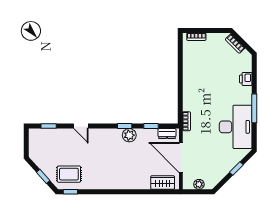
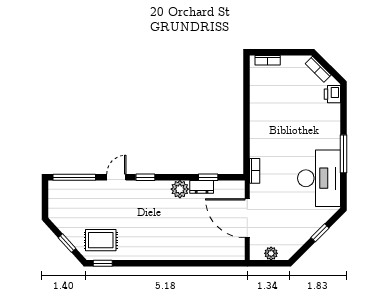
printer: (246, 79) -> (332, 94), moved
window: (49, 126) -> (74, 177), width x2.17
door: (81, 126) -> (116, 177), swing flipped
window: (125, 126) -> (145, 177), moved
dresser: (167, 133) -> (202, 187), moved
wardrobe: (163, 183) -> (223, 251), removed

